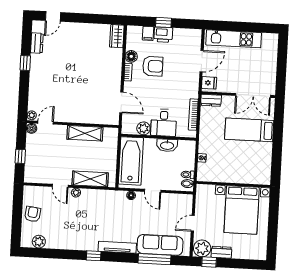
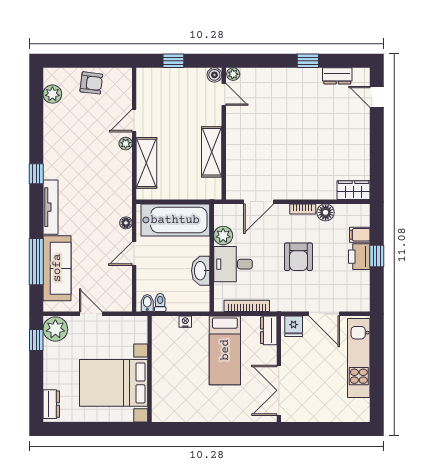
armchair: (153, 66) -> (298, 257), moved
bed: (249, 130) -> (225, 350), moved, turned 180
dresser: (221, 252) -> (51, 404), moved

